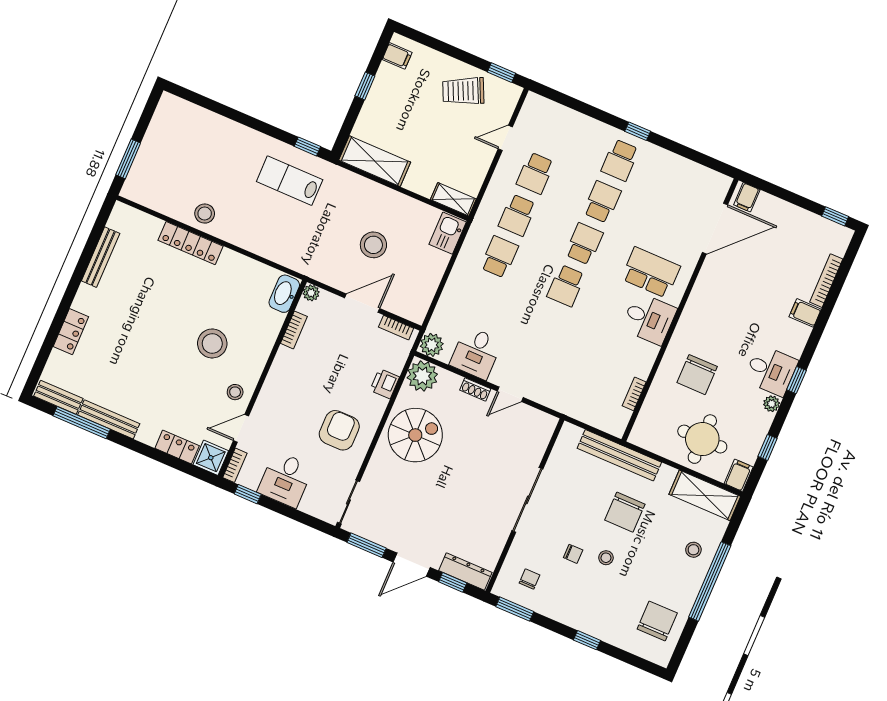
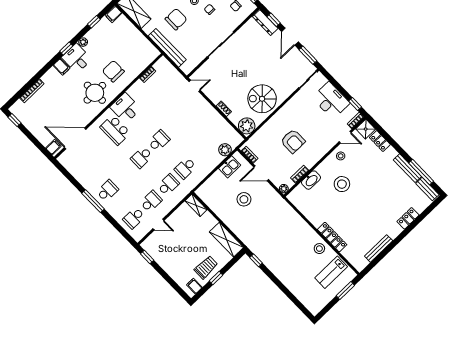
trolley: (463, 91) -> (206, 267), moved, turned -65
window: (638, 131) -> (93, 201), width x2.17
lab bench: (290, 181) -> (331, 272), moved, turned 90
school desk: (602, 202) -> (134, 218), moved
kitchen sink: (448, 233) -> (230, 167), moved
washbasin: (284, 294) -> (311, 180), moved
filing cabinet: (805, 313) -> (61, 67), moved
plant: (432, 345) -> (225, 150), moved
desk: (476, 353) -> (216, 126), removed
chair: (697, 375) -> (113, 71), turned -90
printer: (385, 384) -> (266, 130), removed
door: (510, 394) -> (195, 86), moved
armchair: (339, 430) -> (293, 141), moved, turned -90
round table: (702, 439) -> (95, 93), moved
desk: (285, 479) -> (331, 100), width x1.37
door: (412, 565) -> (290, 37), swing flipped

